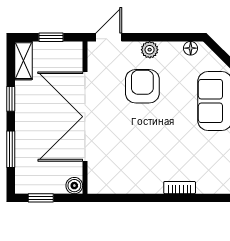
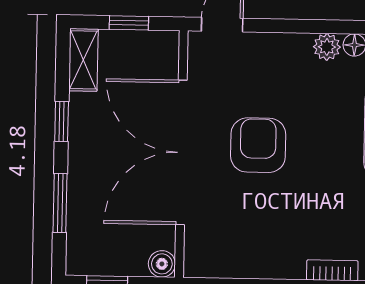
plant: (150, 50) -> (327, 47), moved
armchair: (142, 86) -> (258, 145), moved

